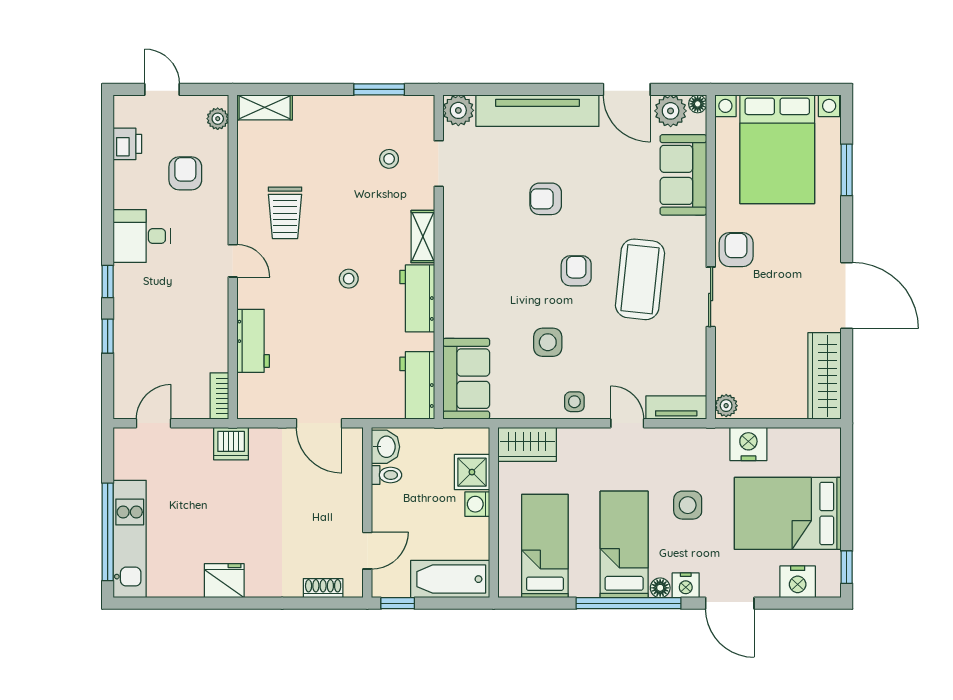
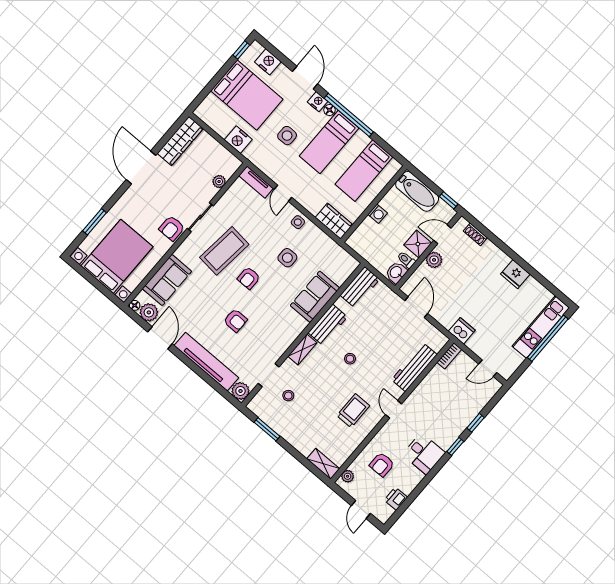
workbench: (253, 341) -> (414, 367), width x1.38
sofa: (466, 379) -> (315, 297), moved
plant: (726, 406) -> (219, 182), moved
shower: (472, 472) -> (418, 244), moved
plant: (349, 507) -> (434, 260), added

